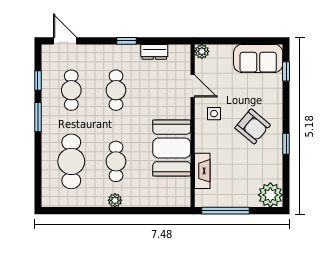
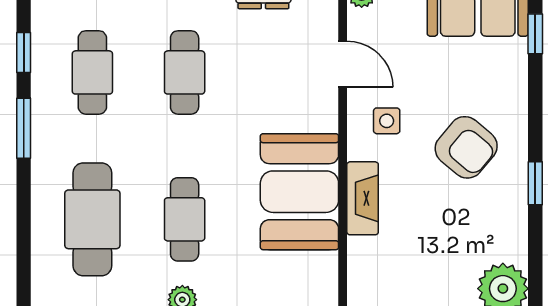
fireplace: (202, 171) -> (363, 198), moved

